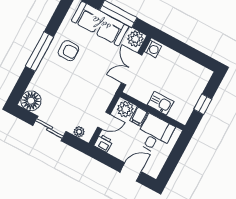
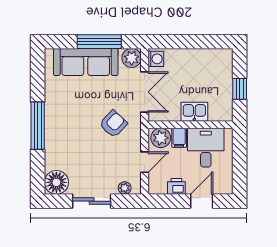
armchair: (68, 51) -> (113, 124), moved, turned -47
double door: (132, 69) -> (145, 92), swing flipped
printer: (103, 143) -> (176, 186), moved

